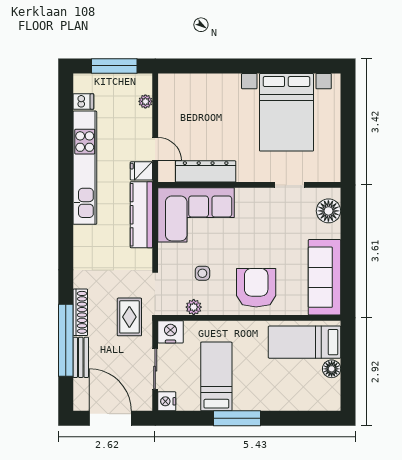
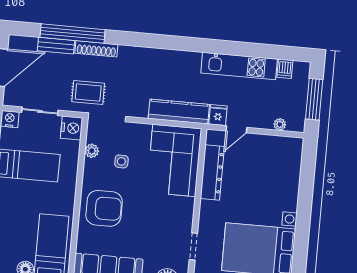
kitchen unit: (85, 168) -> (239, 66), width x0.73

